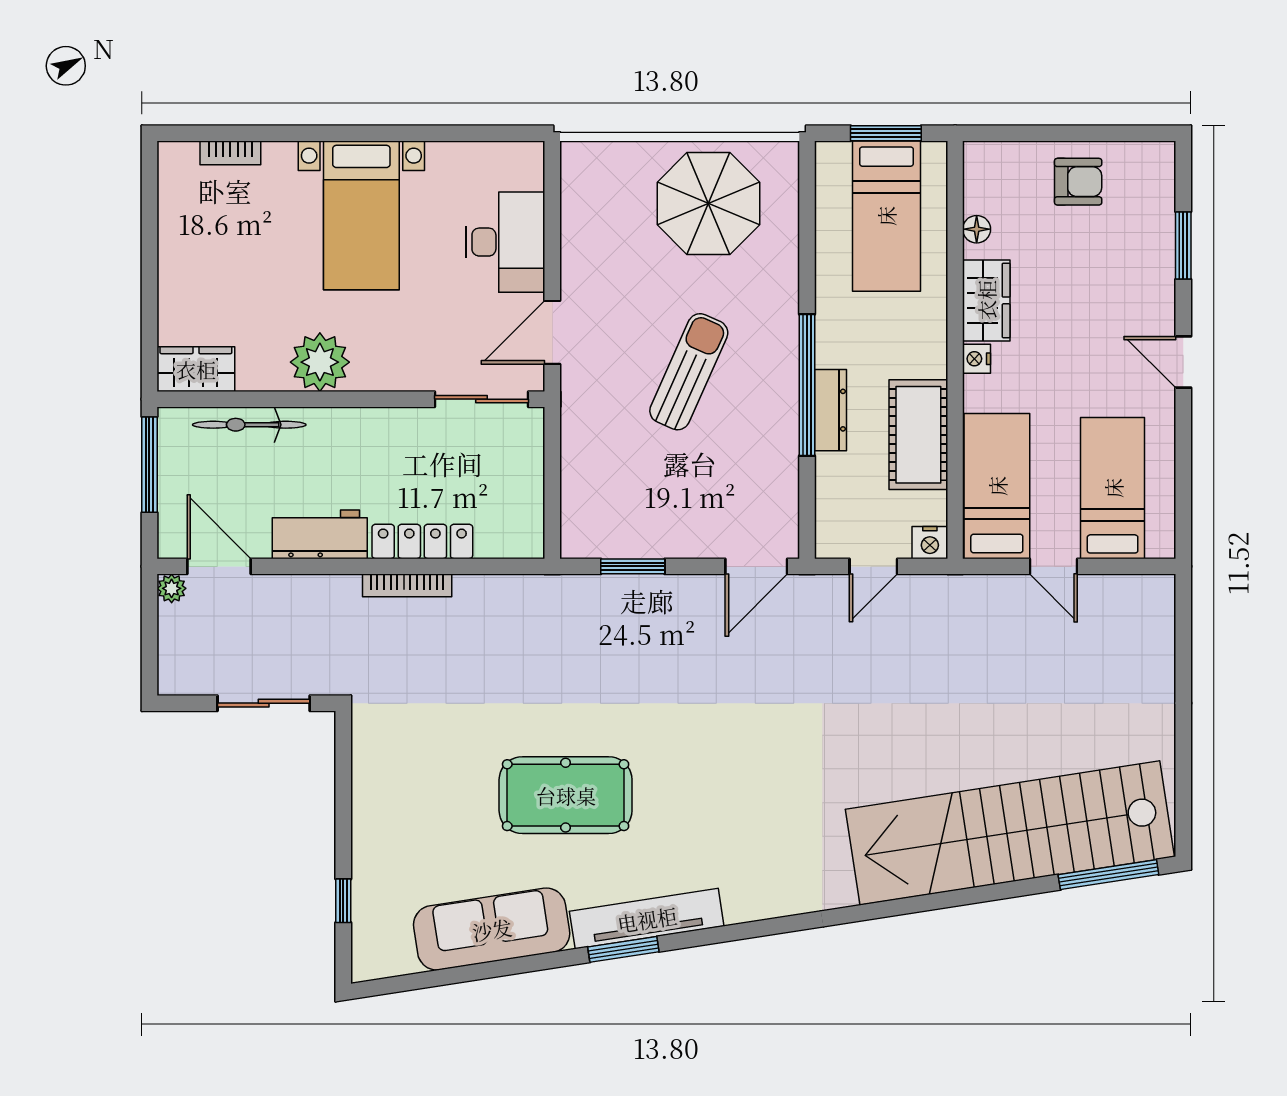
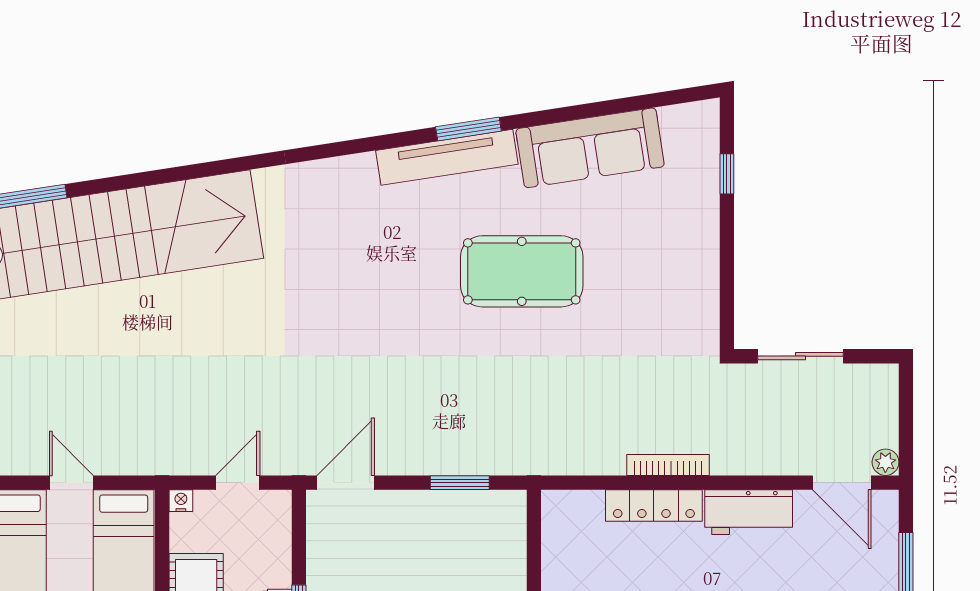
nightstand: (930, 543) -> (181, 501), width x0.72, depth x0.74

